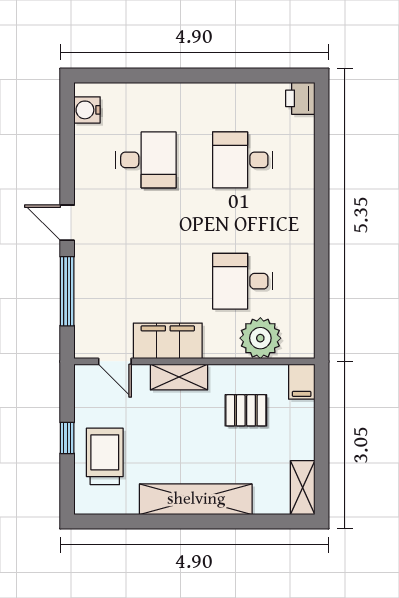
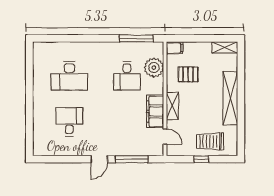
printer: (300, 98) -> (40, 49), removed
water cooler: (87, 110) -> (46, 150), removed
desk: (243, 160) -> (69, 76), width x1.37
window: (322, 301) -> (136, 38), added
door: (115, 361) -> (165, 137), hinge flipped
pallet: (246, 410) -> (188, 74), turned 90

